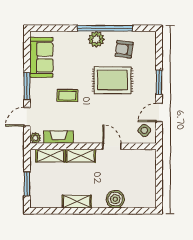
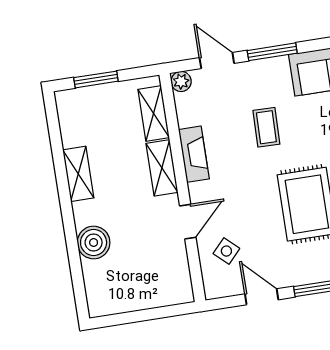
side table: (144, 130) -> (226, 251), moved
fireplace: (59, 137) -> (194, 154), moved

